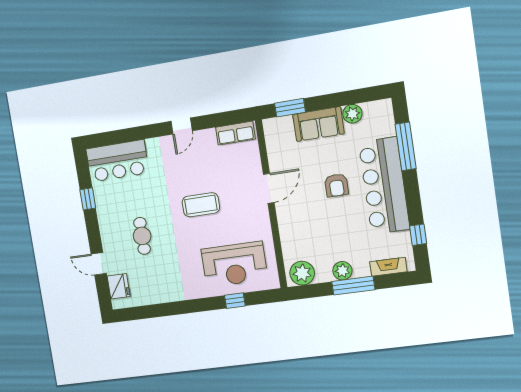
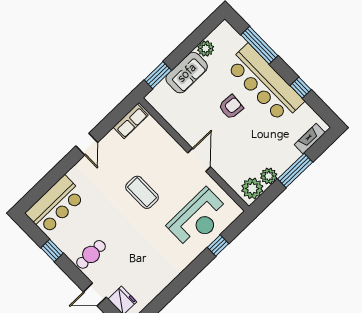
armchair: (336, 185) -> (231, 107), turned -85
door: (269, 188) -> (199, 160), moved
coffee table: (201, 205) -> (142, 192), turned 90
window: (418, 235) -> (301, 88), moved
cafe table: (142, 236) -> (91, 254), moved, turned 90
plant: (342, 271) -> (269, 176), moved

